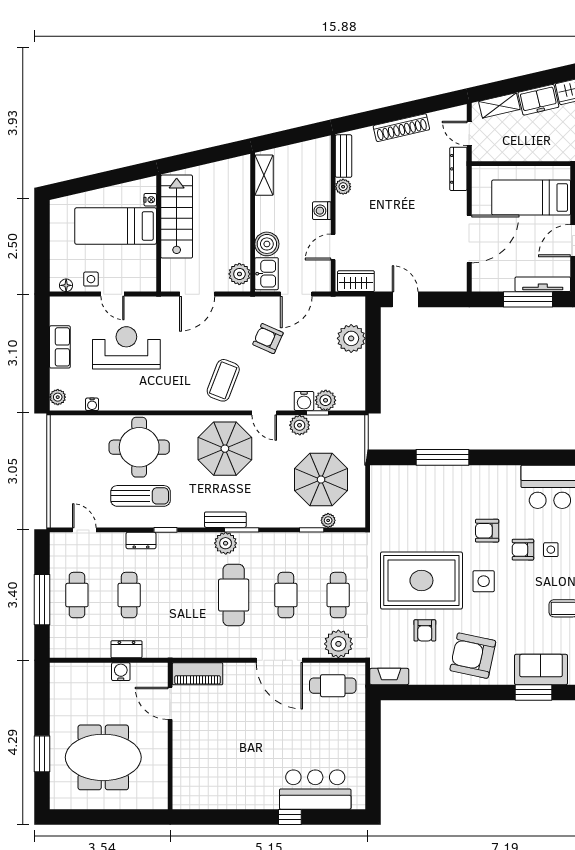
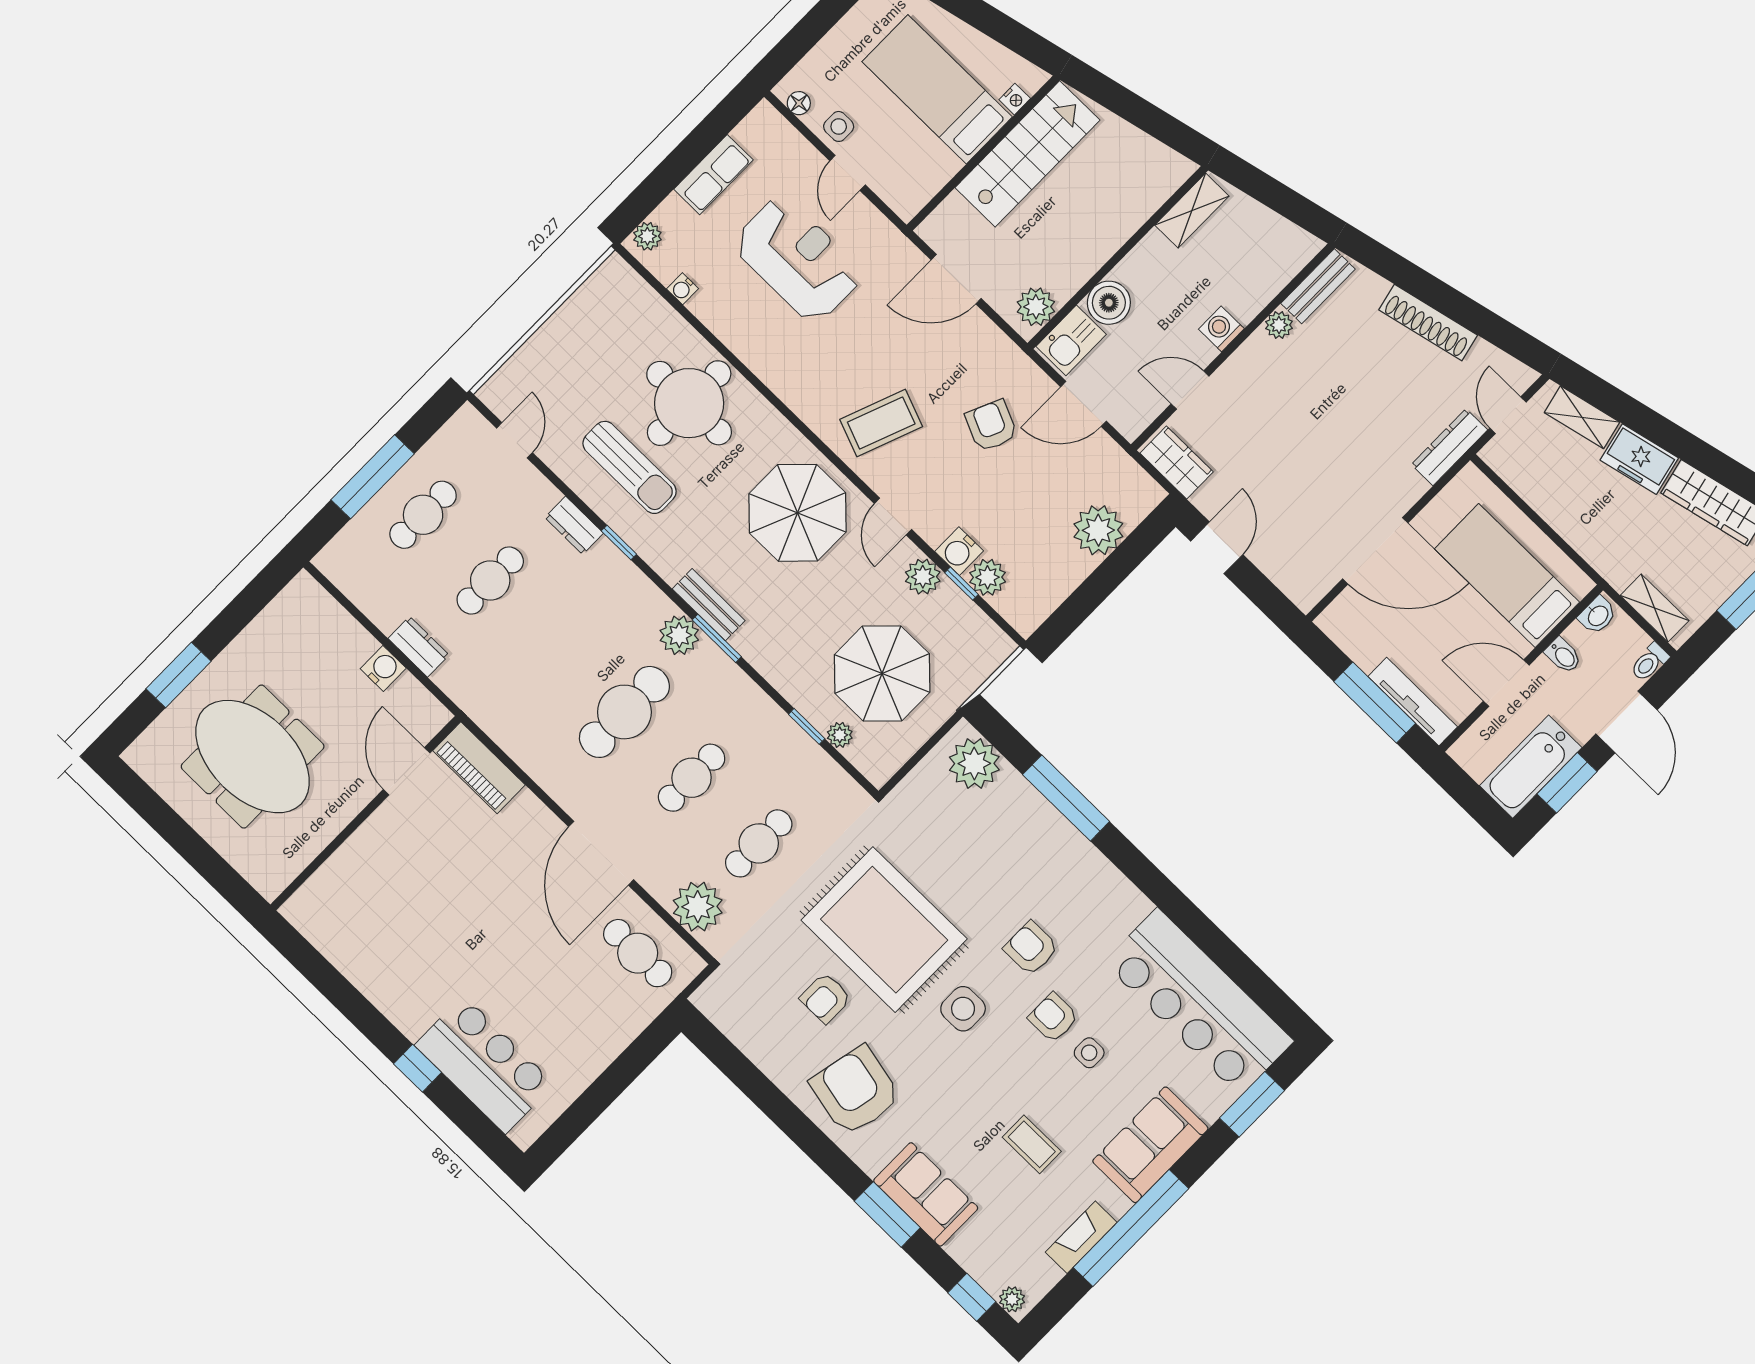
plant: (393, 479) -> (974, 764), added
fireplace: (389, 676) -> (722, 1012), removed

